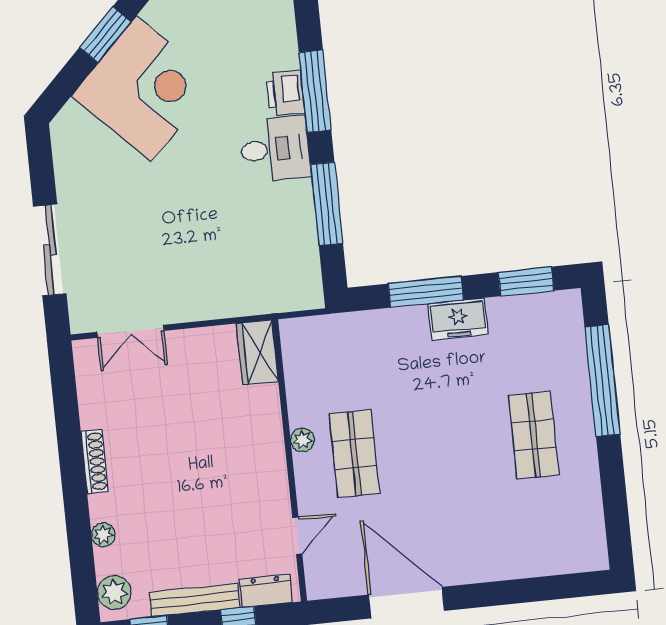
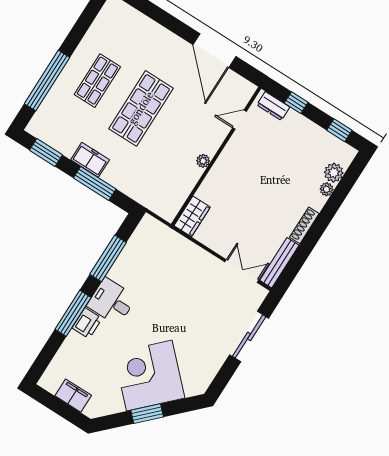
shop shelf: (354, 454) -> (141, 108), moved, width x1.43, depth x1.36
plant: (114, 593) -> (334, 173), moved
bench: (194, 600) -> (279, 263), moved, turned 90

